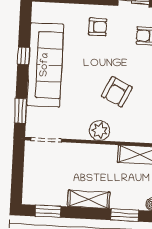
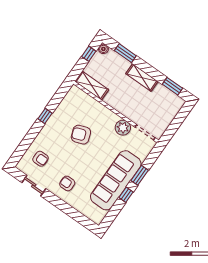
armchair: (117, 92) -> (81, 135), turned -136
window: (21, 111) -> (140, 175), moved
plant: (100, 131) -> (123, 128), moved

